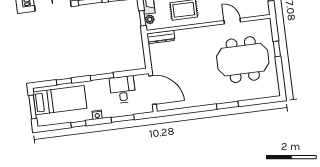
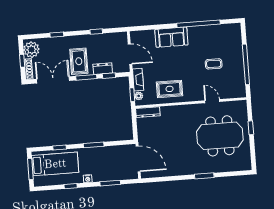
desk: (123, 90) -> (112, 157), removed

